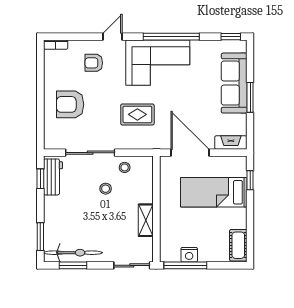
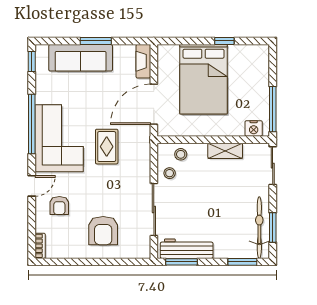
door: (112, 37) -> (32, 186), swing flipped
rug: (137, 114) -> (107, 147), moved
workbench: (53, 177) -> (187, 249), width x1.37
window: (40, 179) -> (182, 262), width x1.50
window: (250, 180) -> (224, 41), moved
stool: (106, 189) -> (181, 154), moved
bed: (214, 192) -> (204, 79), width x1.50
cot: (238, 245) -> (251, 53), removed
nightstand: (189, 255) -> (254, 128), moved, turned 90

